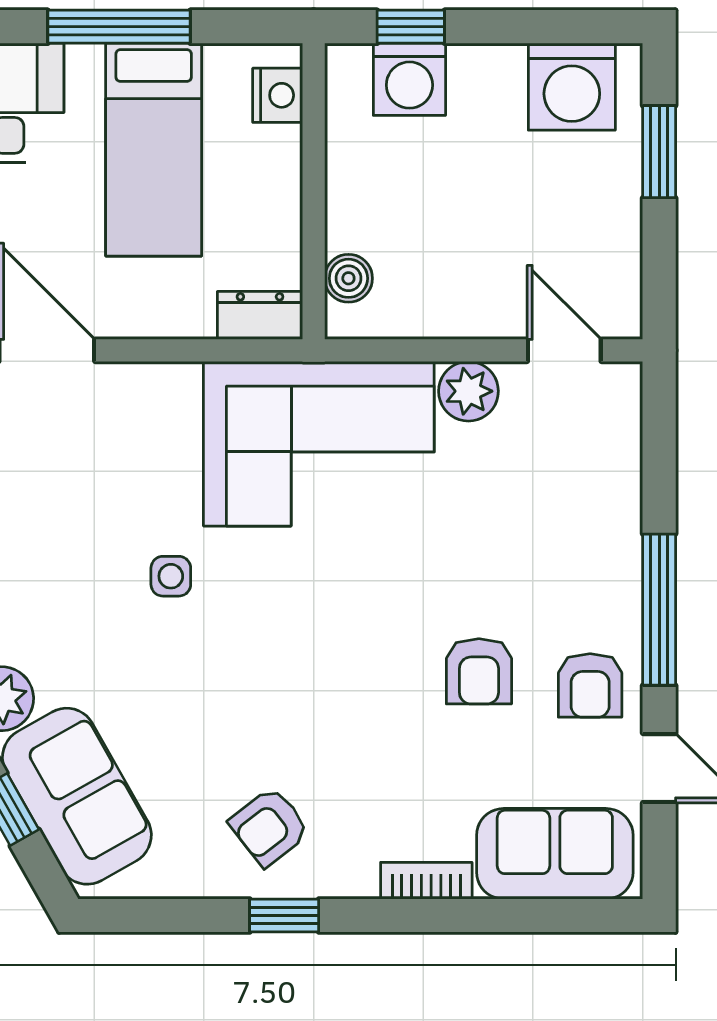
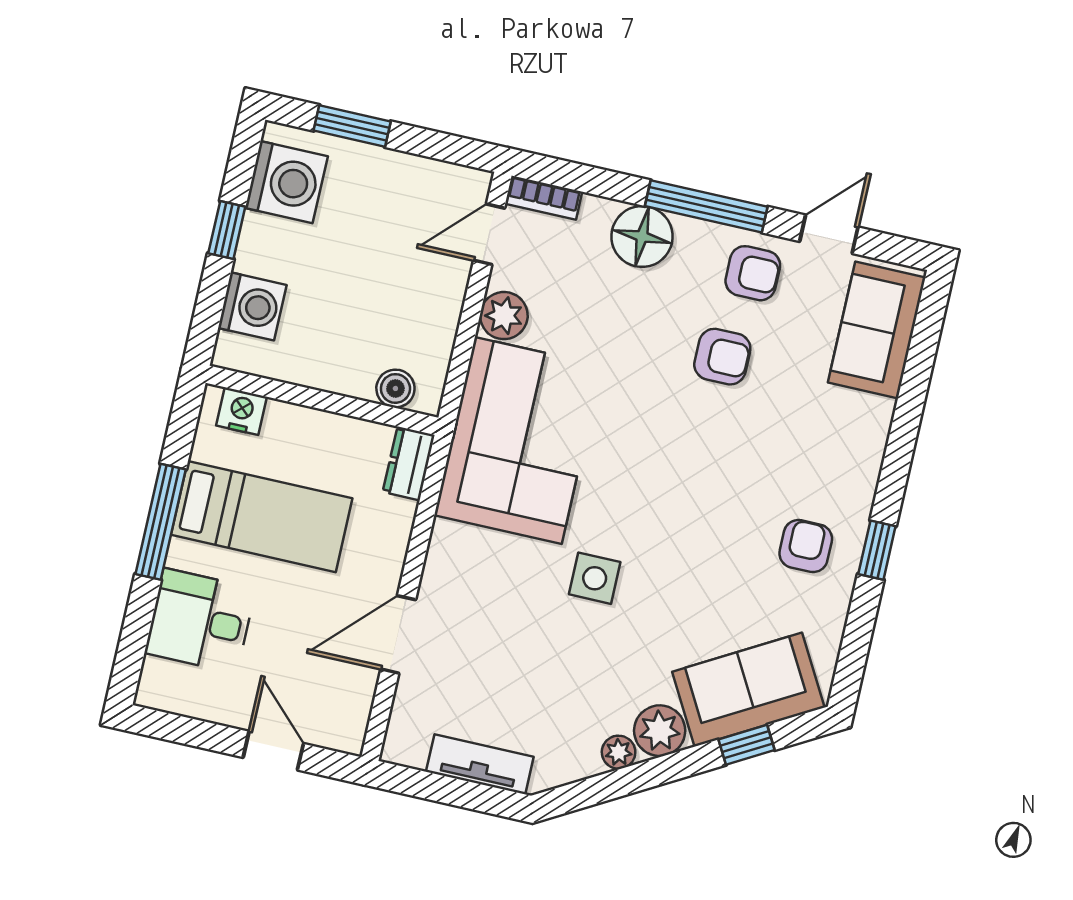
window: (411, 27) -> (227, 230), moved
floor lamp: (604, 539) -> (642, 237), added
side table: (171, 576) -> (595, 578), width x1.37, depth x1.37
armchair: (269, 827) -> (806, 546), turned -142
bookcase: (426, 881) -> (544, 198), moved, turned -90

